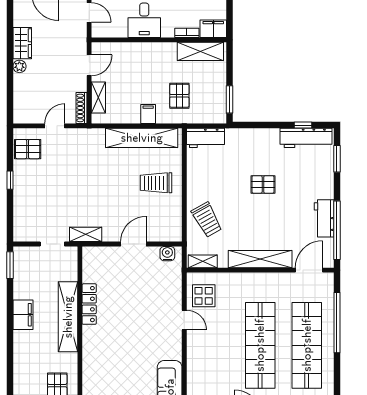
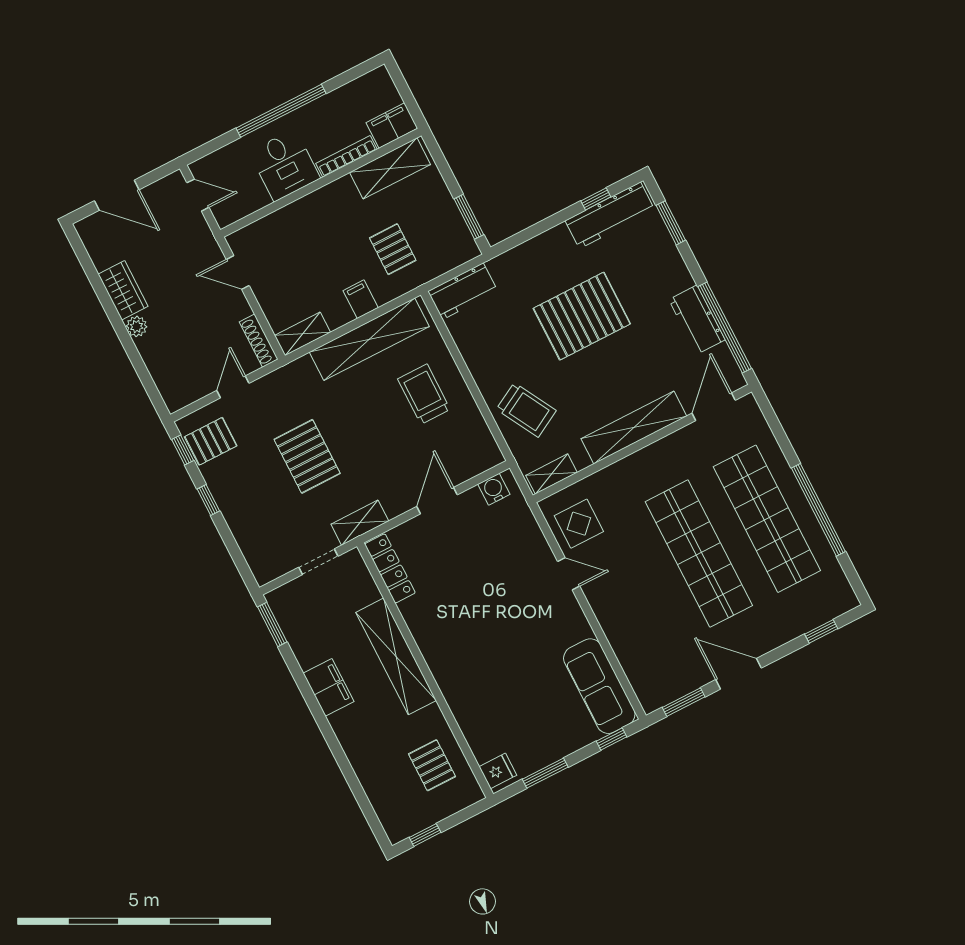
bookcase: (187, 33) -> (346, 156), width x1.56
door: (89, 65) -> (238, 273), swing flipped
shelving: (98, 97) -> (302, 334), moved, turned 90
window: (10, 146) -> (183, 450), added
trolley: (156, 183) -> (424, 394), turned 90
pallet: (76, 184) -> (307, 456), added
pallet: (263, 184) -> (582, 316), width x2.05, depth x2.00
locker: (89, 304) -> (390, 568), moved
window: (337, 323) -> (818, 510), moved

